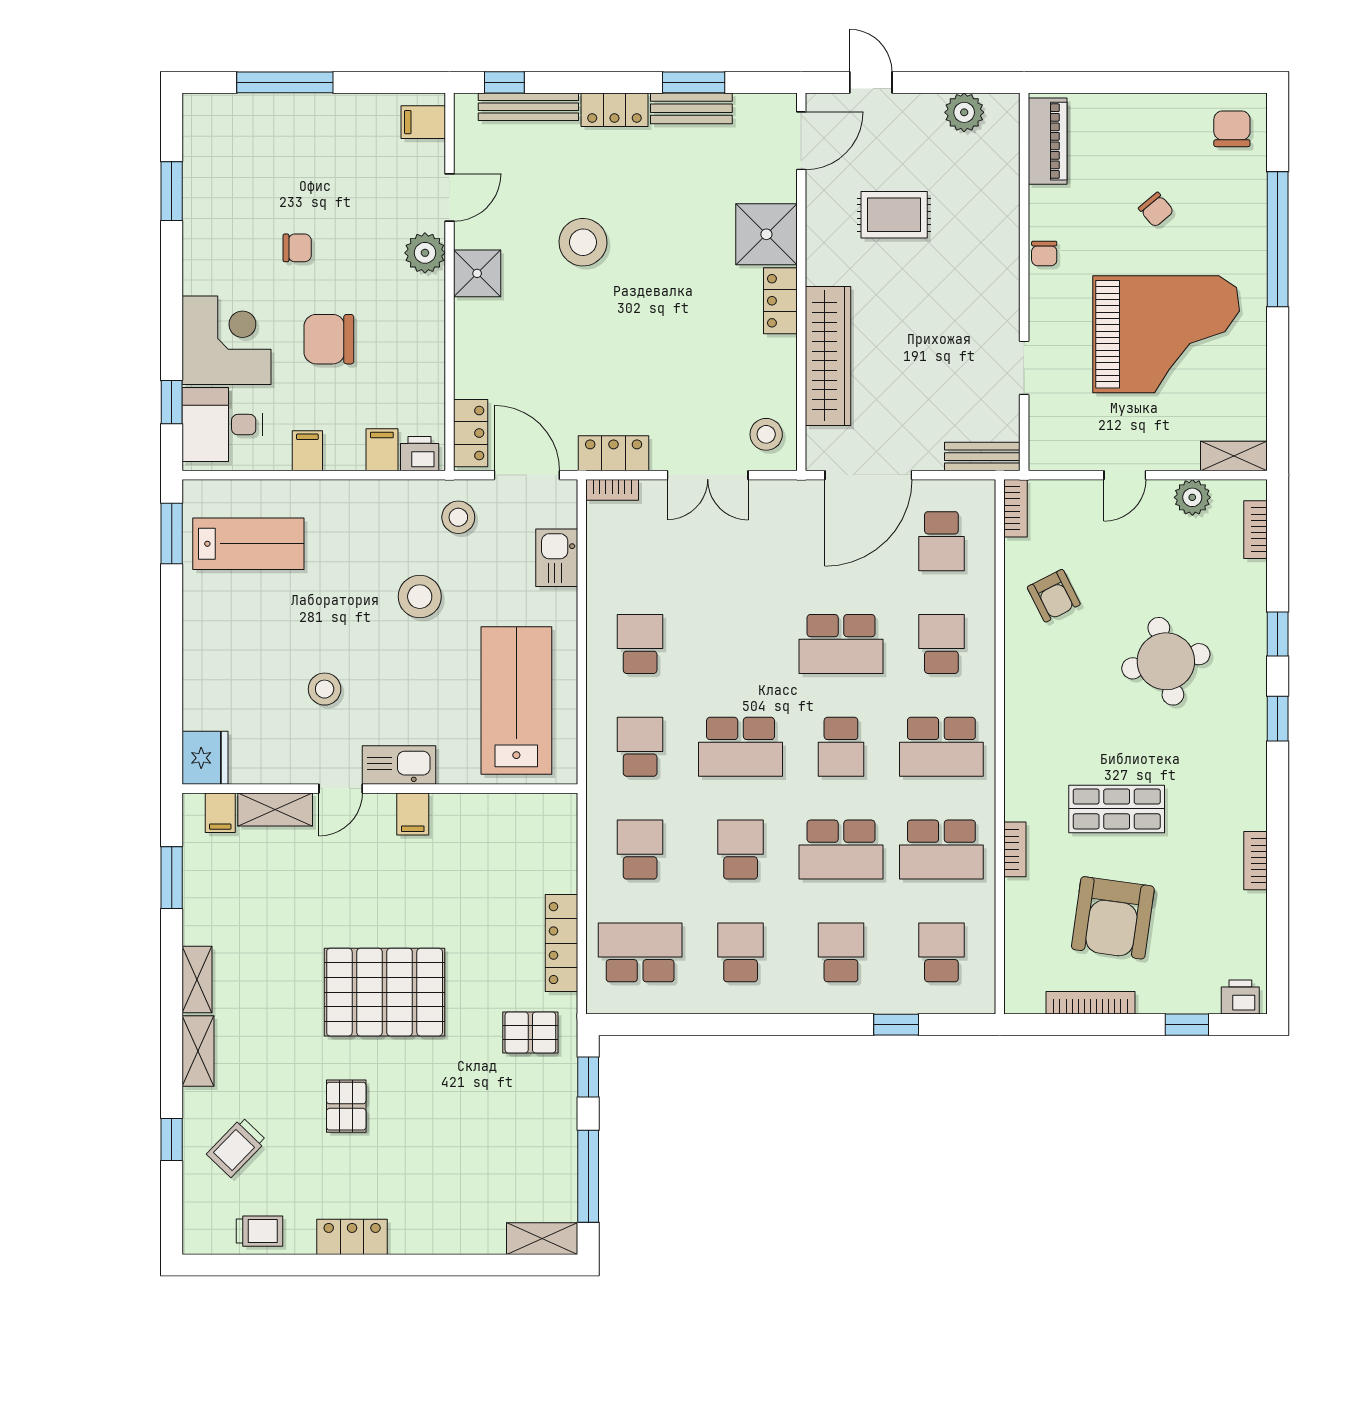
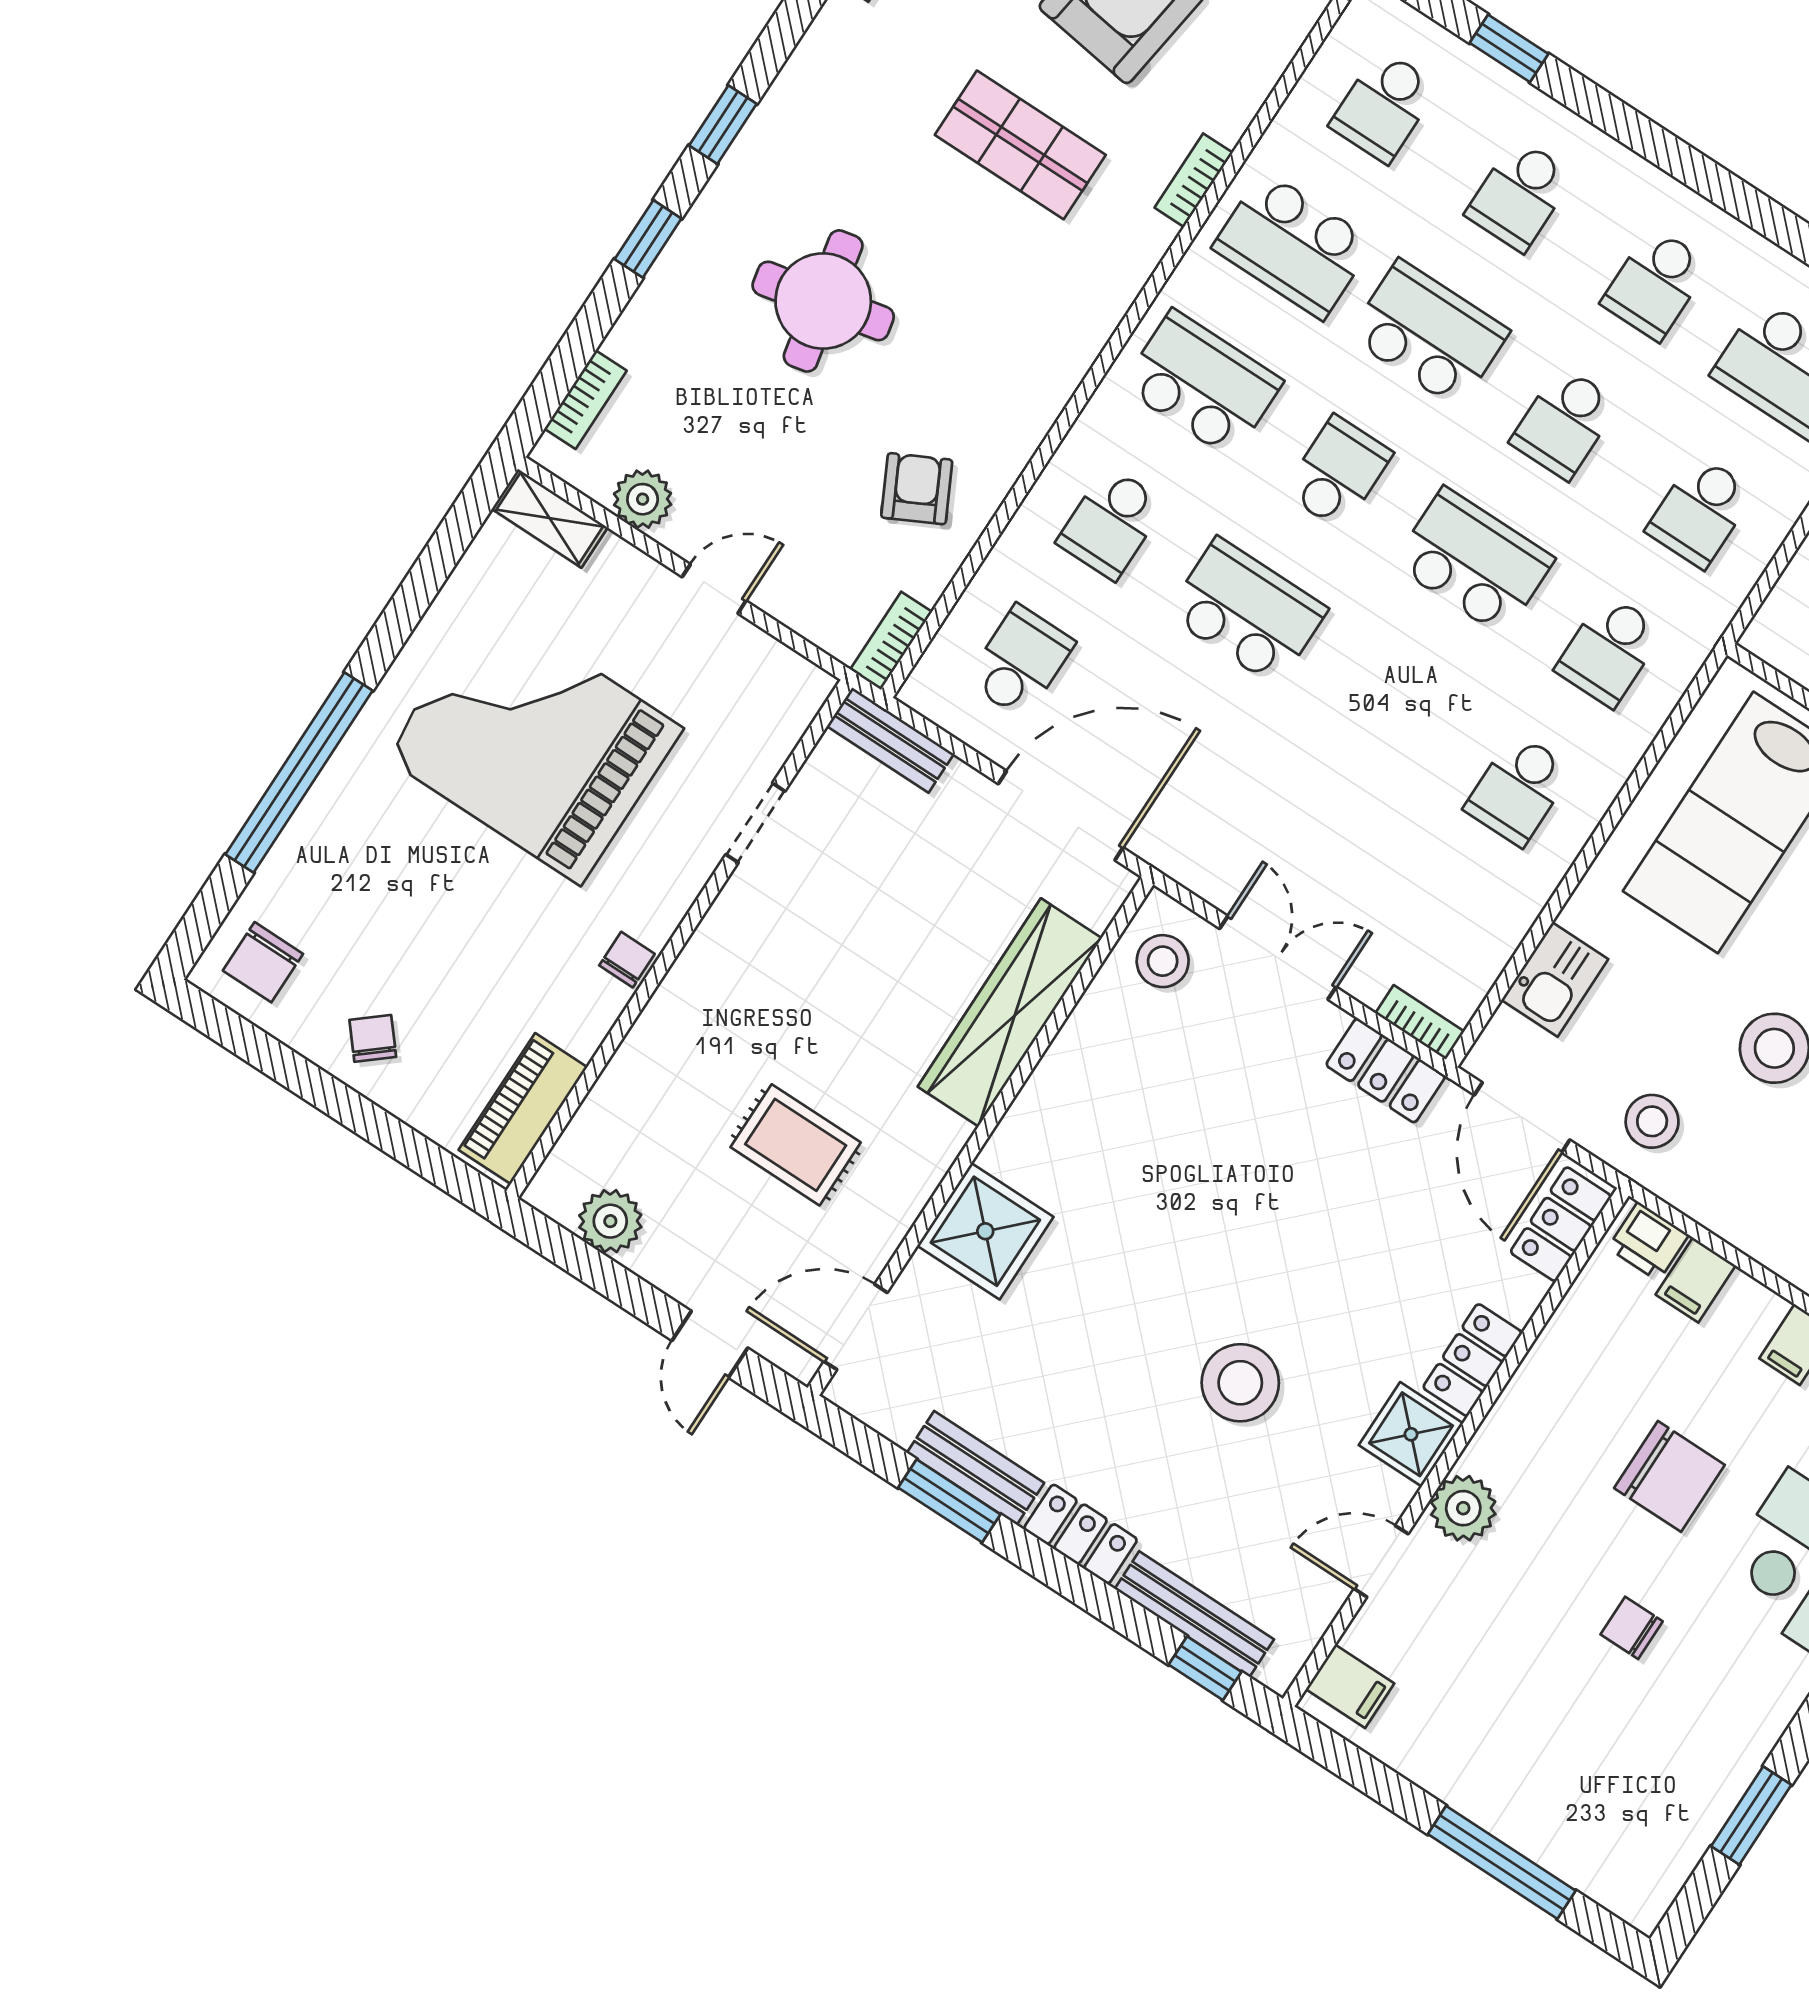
chair: (1156, 210) -> (373, 1038), moved
locker: (780, 301) -> (1473, 1360), moved, turned 180
school desk: (941, 850) -> (1293, 245), turned 180

